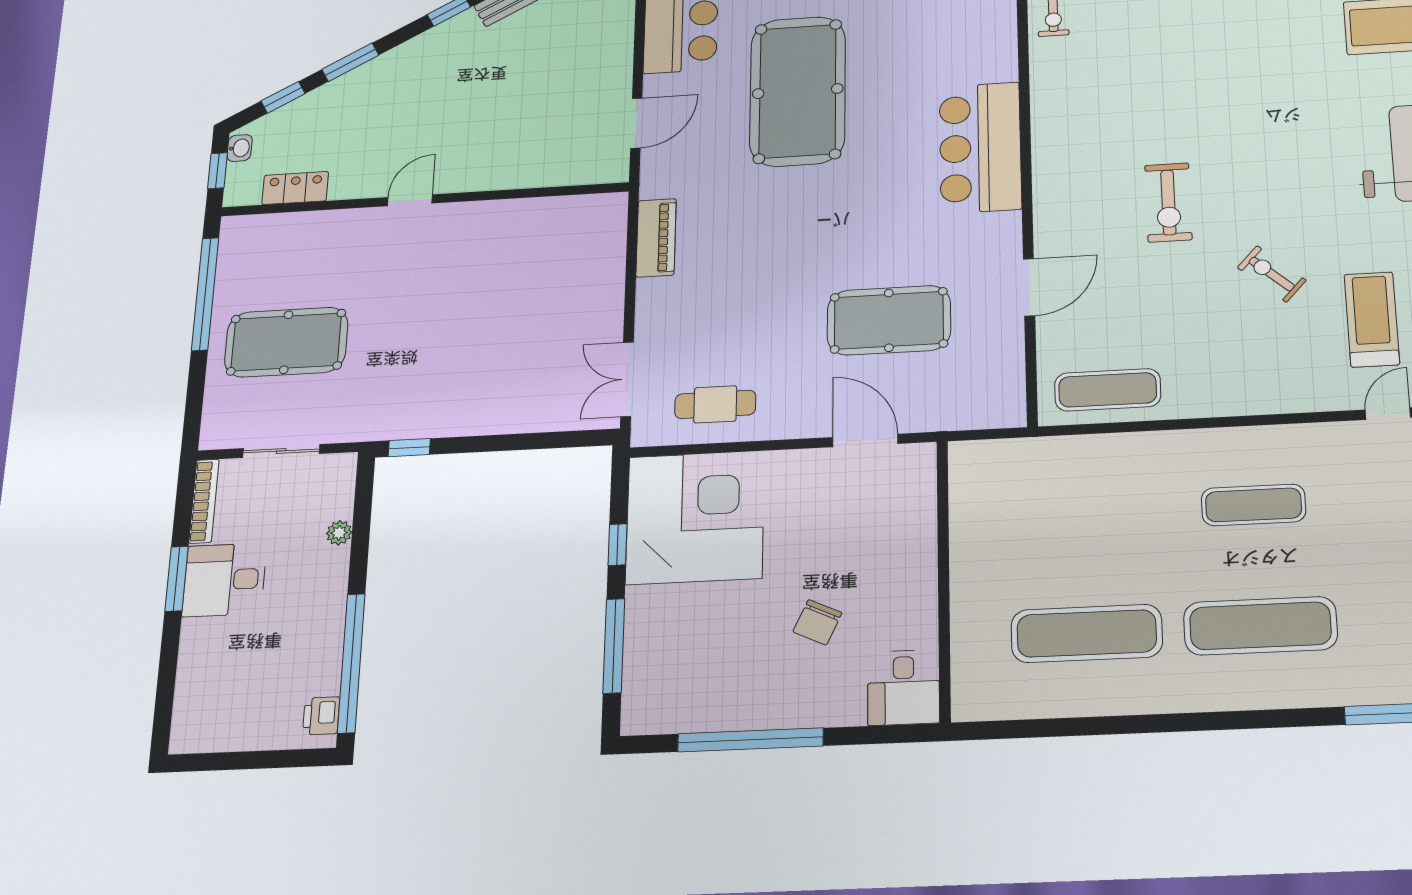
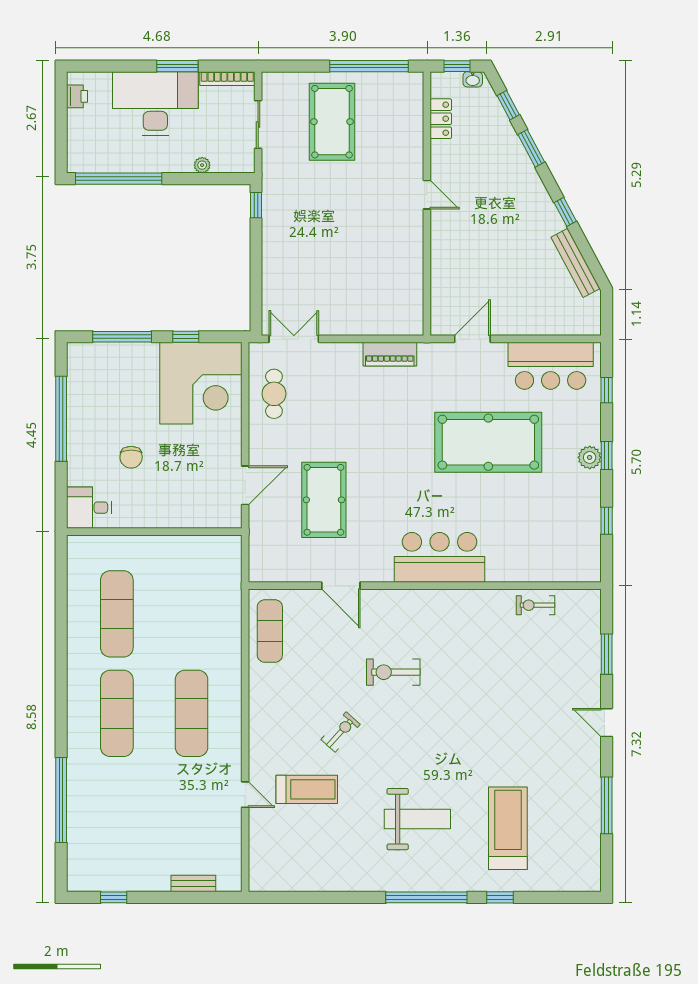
door: (636, 123) -> (472, 339), swing flipped
exercise mat: (1254, 505) -> (192, 713), width x1.36, depth x1.45
desk: (224, 580) -> (155, 104), width x1.87, depth x1.30
chair: (817, 622) -> (131, 457), turned -115
printer: (321, 716) -> (77, 96), moved, turned 90

